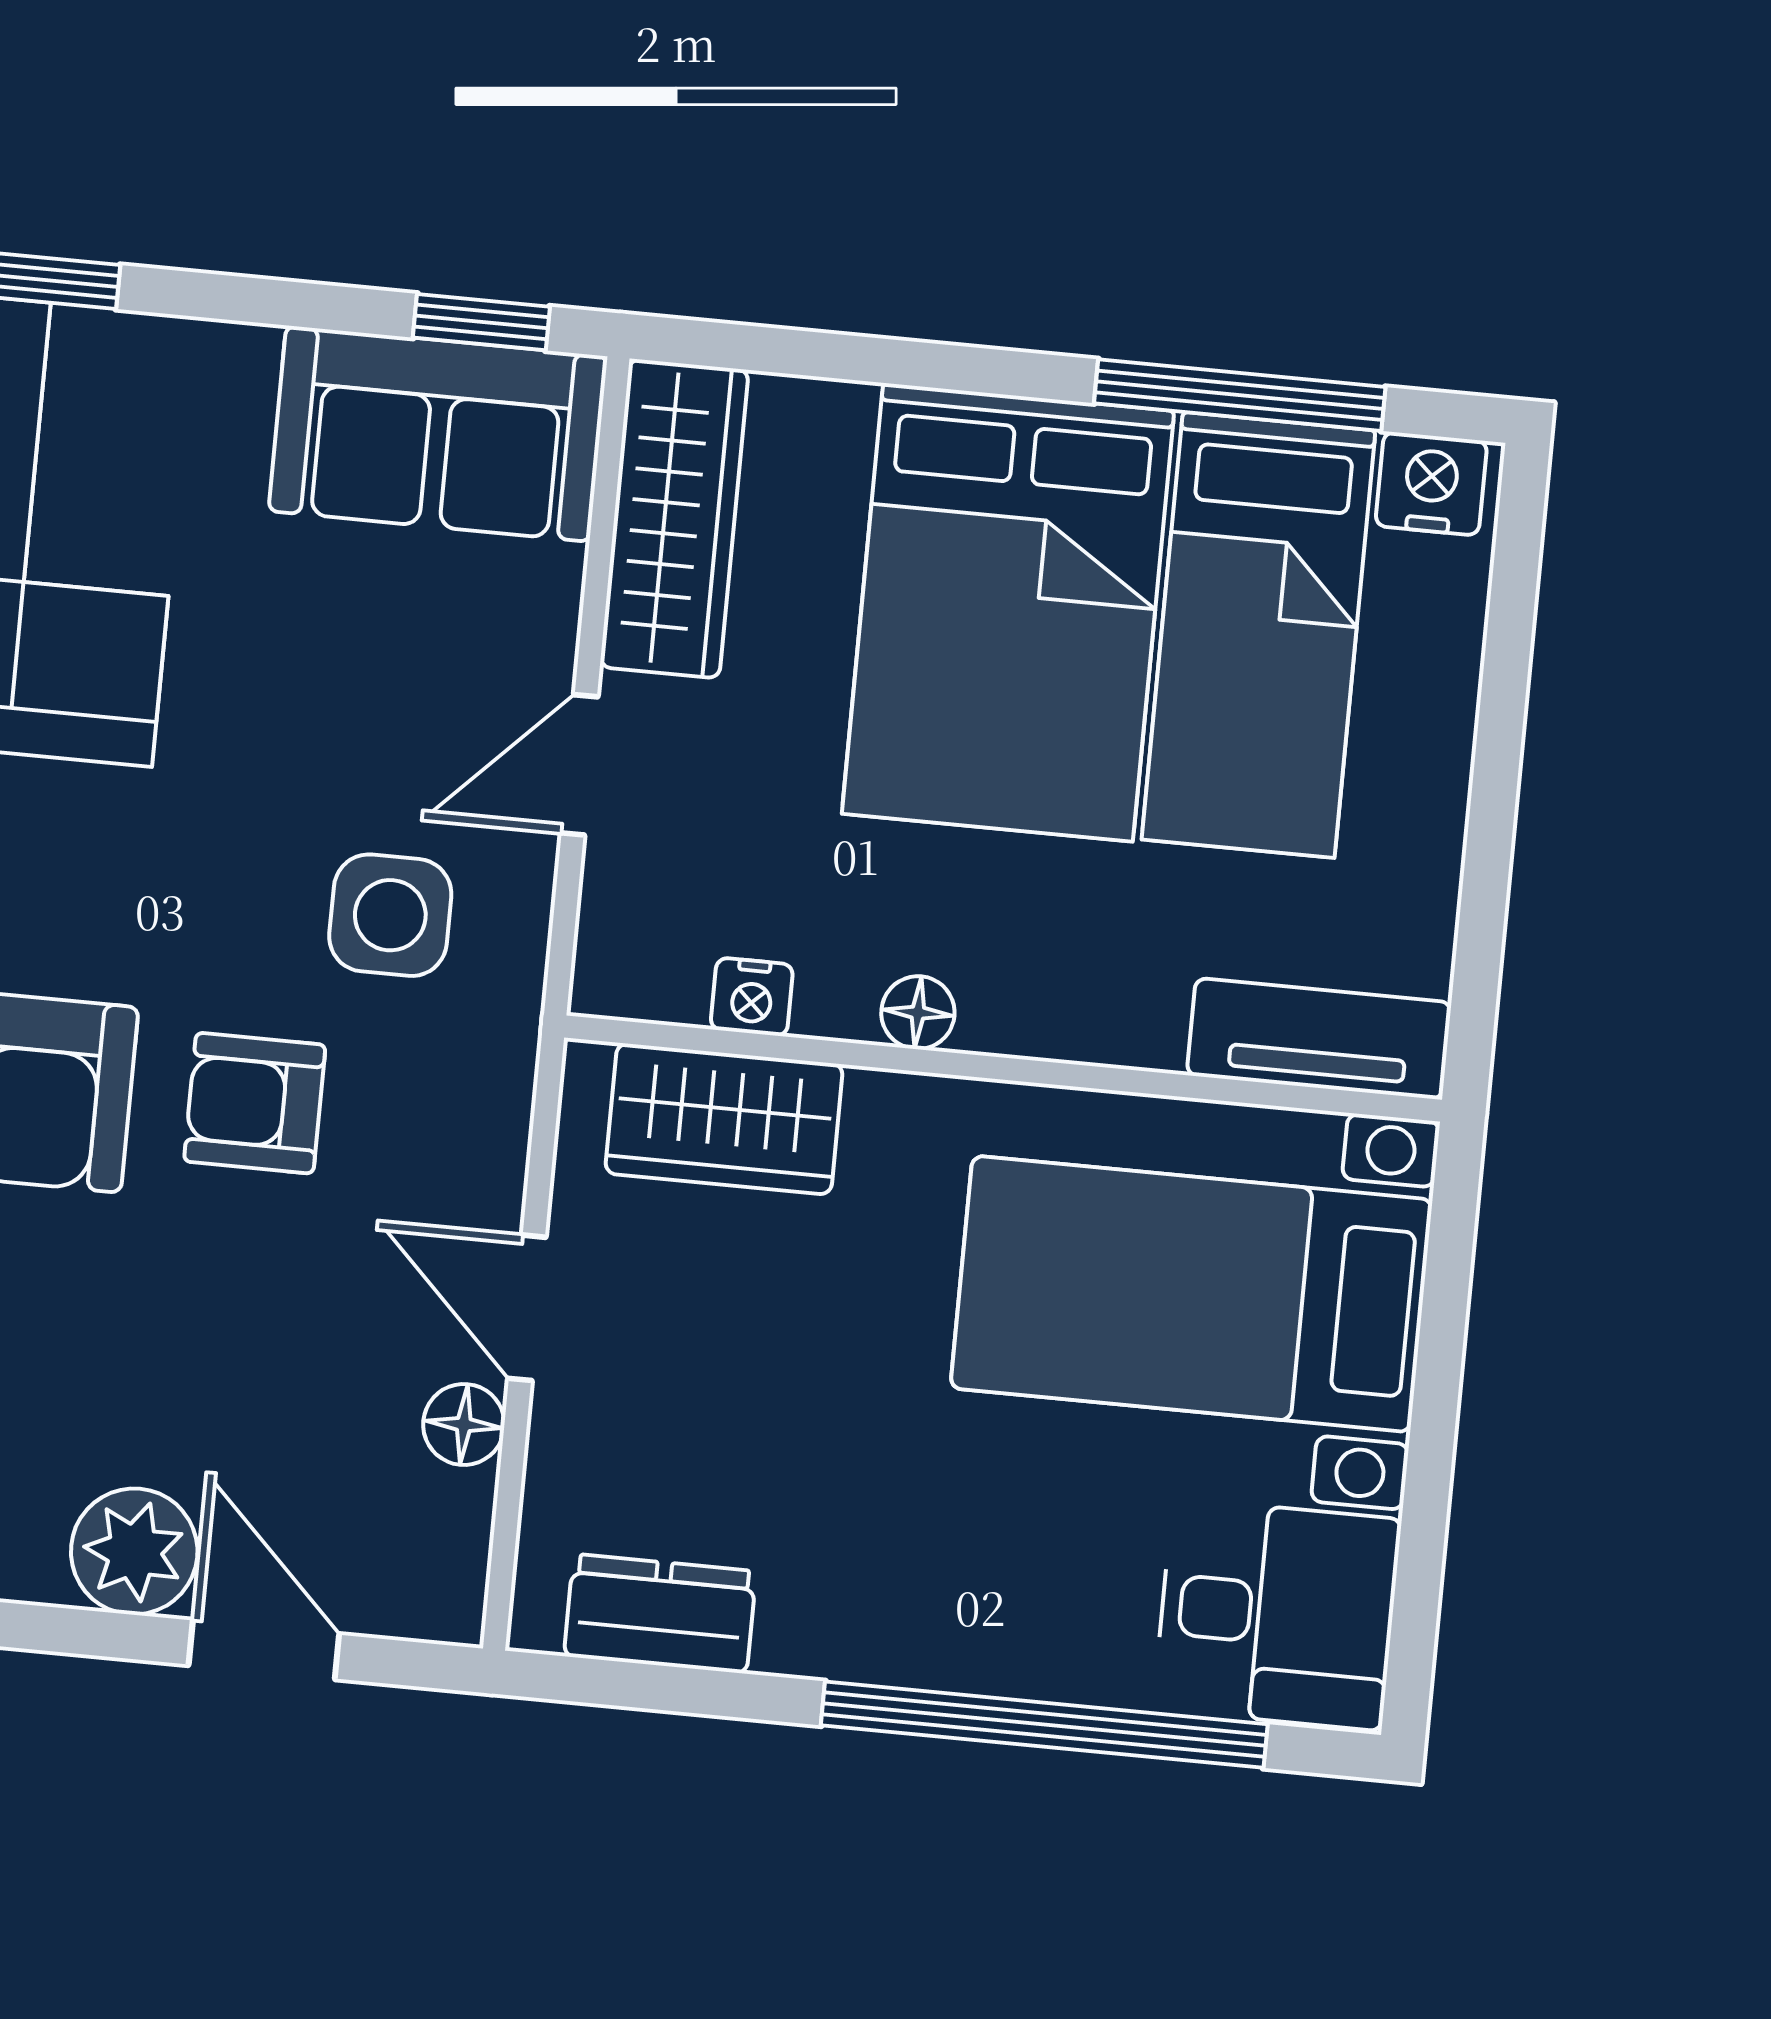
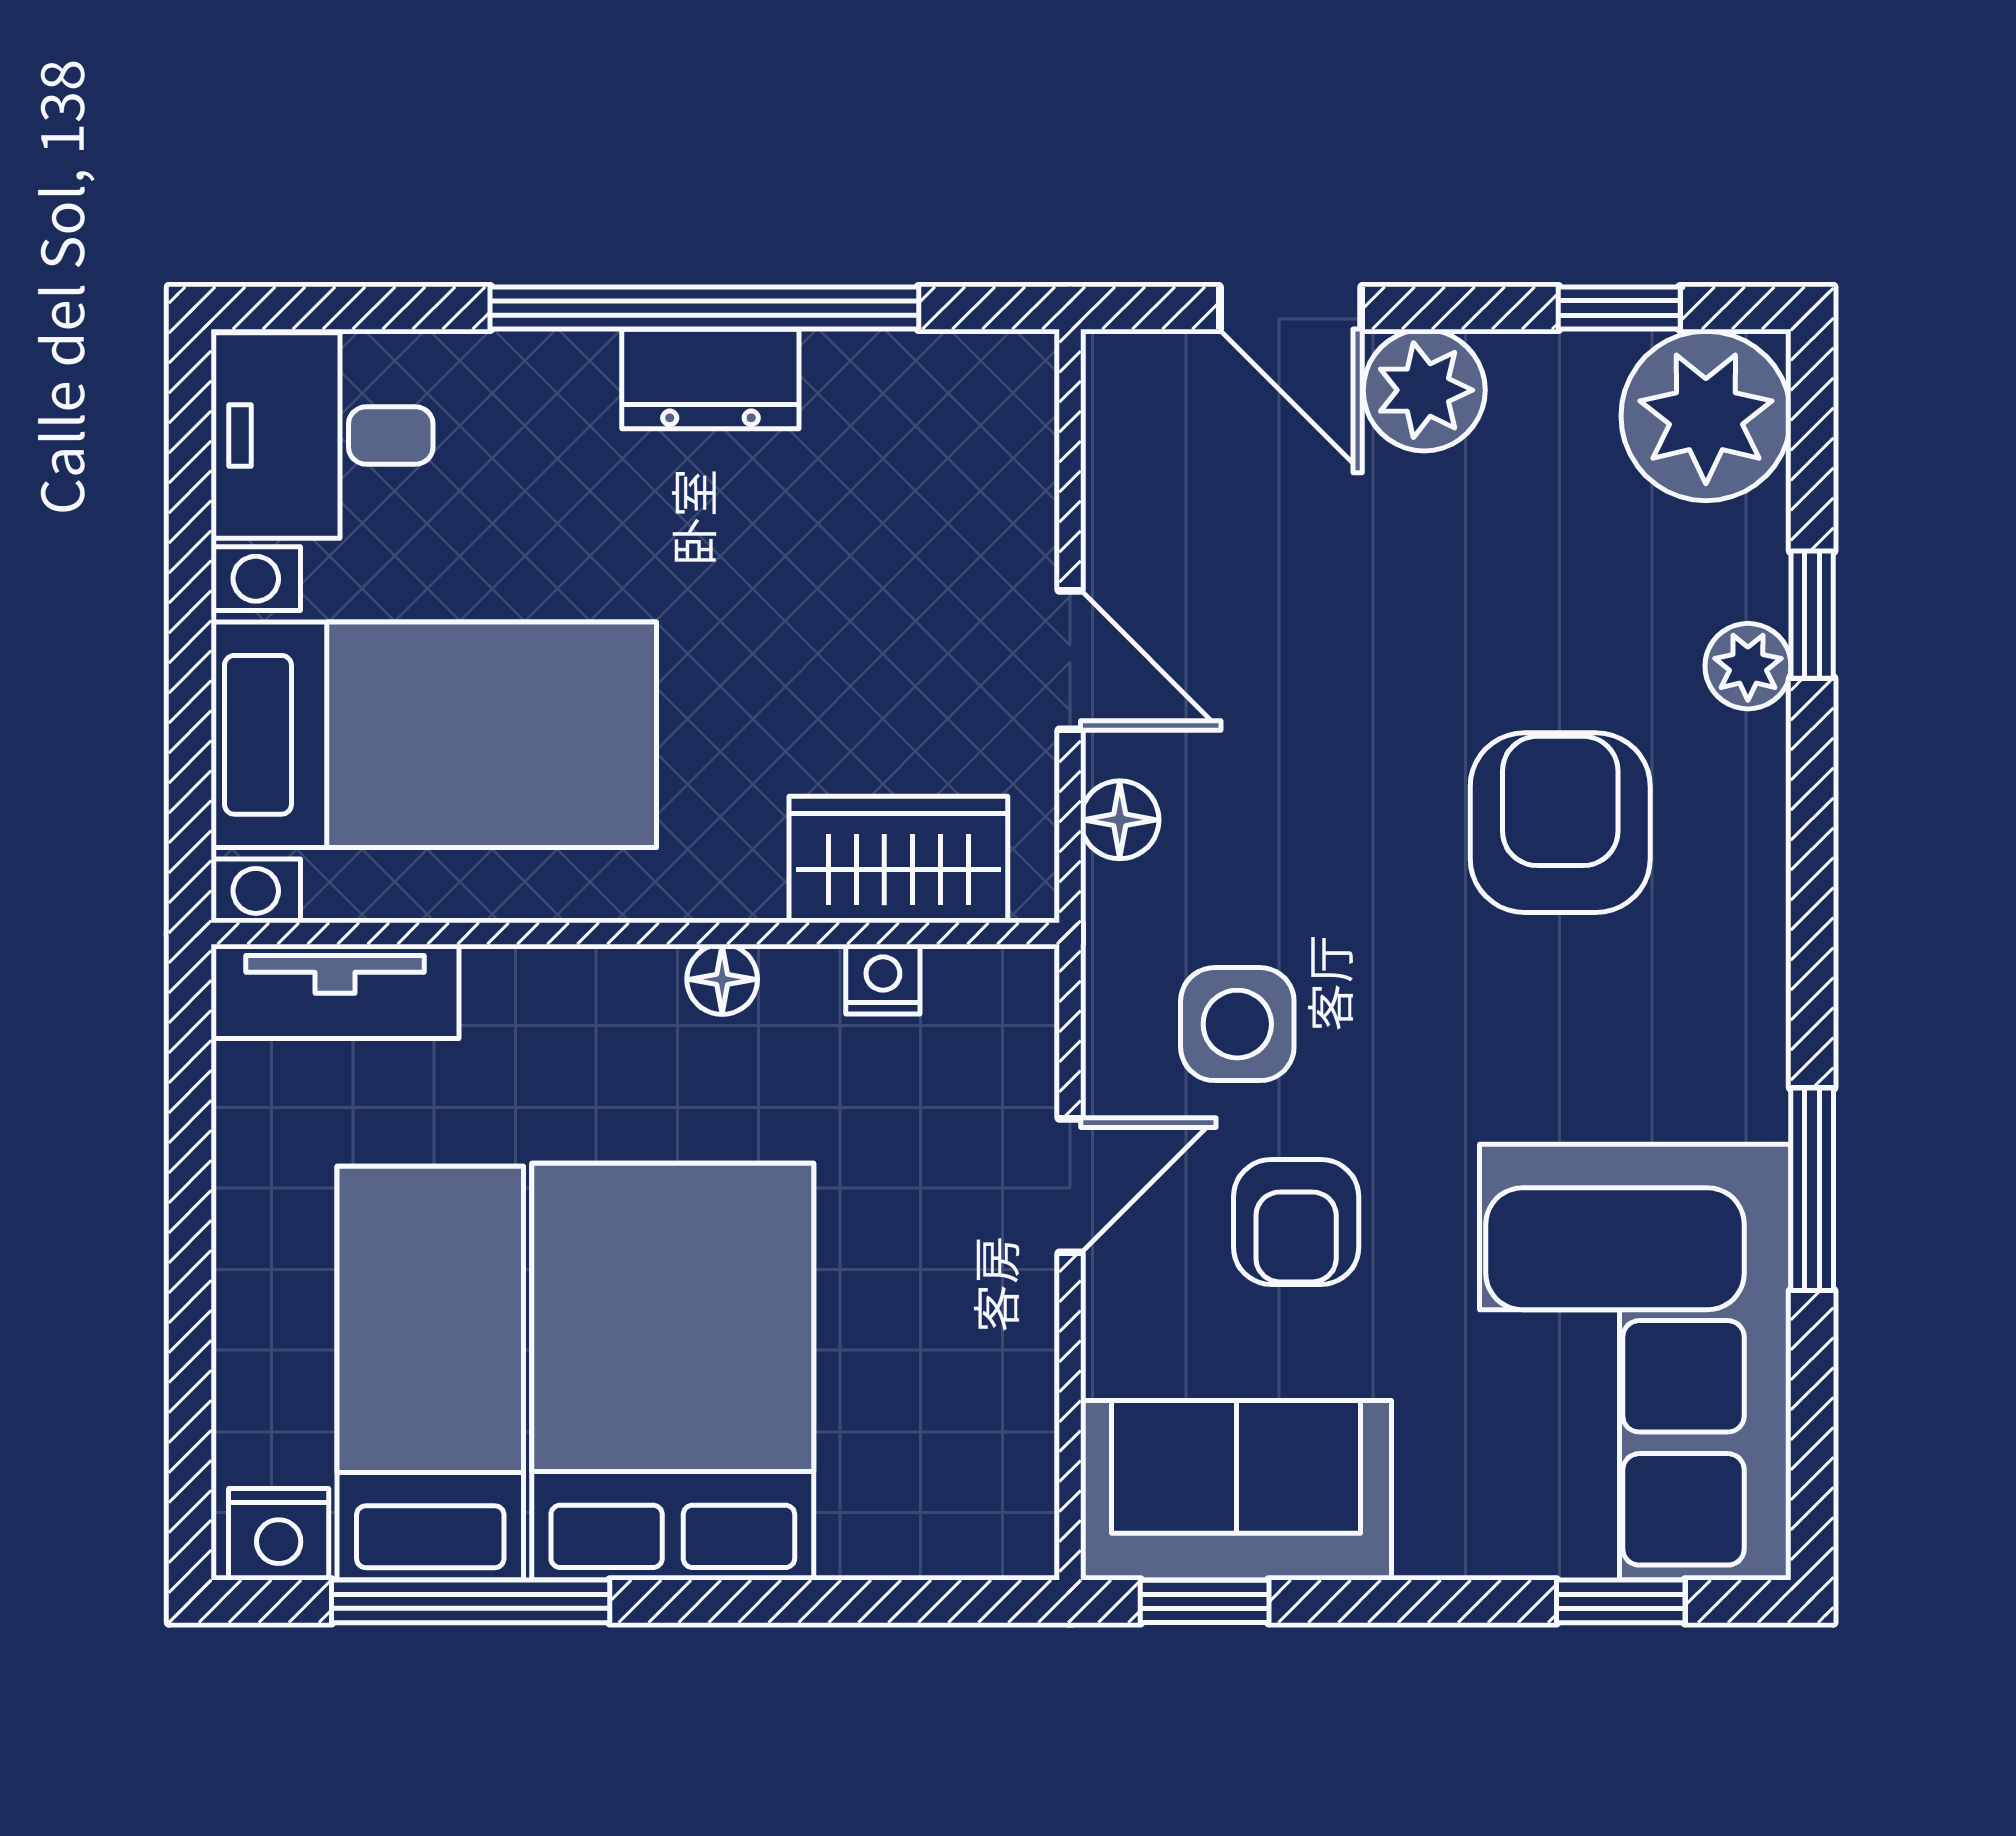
wardrobe: (674, 519) -> (1002, 1431), removed
armchair: (255, 1103) -> (1296, 1222), moved, turned 90
floor lamp: (464, 1424) -> (1120, 820), moved
dresser: (660, 1614) -> (710, 379), moved
window: (1044, 1725) -> (704, 308), moved

